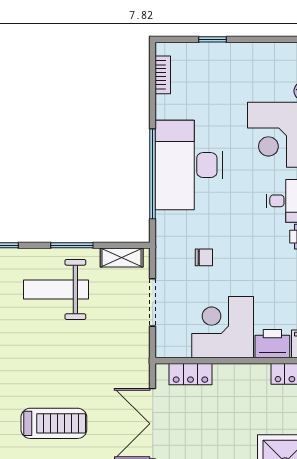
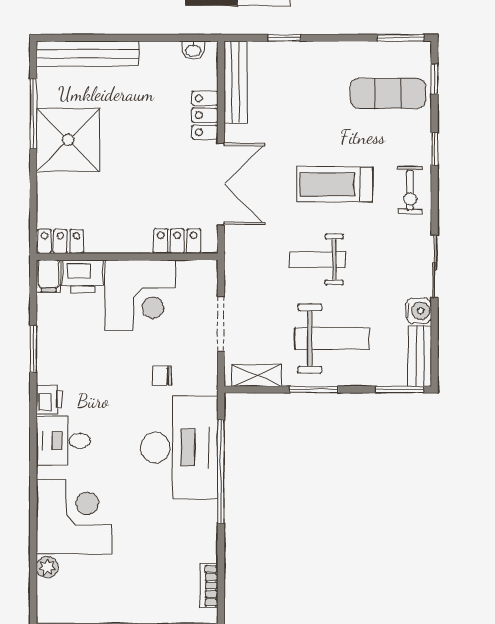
desk: (189, 165) -> (179, 448), moved
weight bench: (69, 358) -> (317, 260), added

